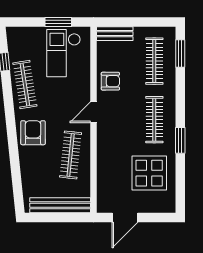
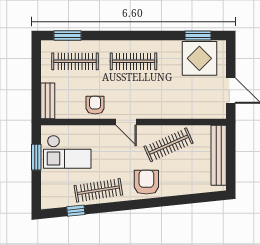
armchair: (33, 133) -> (146, 182), turned 90
window: (180, 140) -> (198, 35), moved
clothes rail: (71, 155) -> (169, 145), turned -30
display table: (149, 173) -> (199, 58), moved

